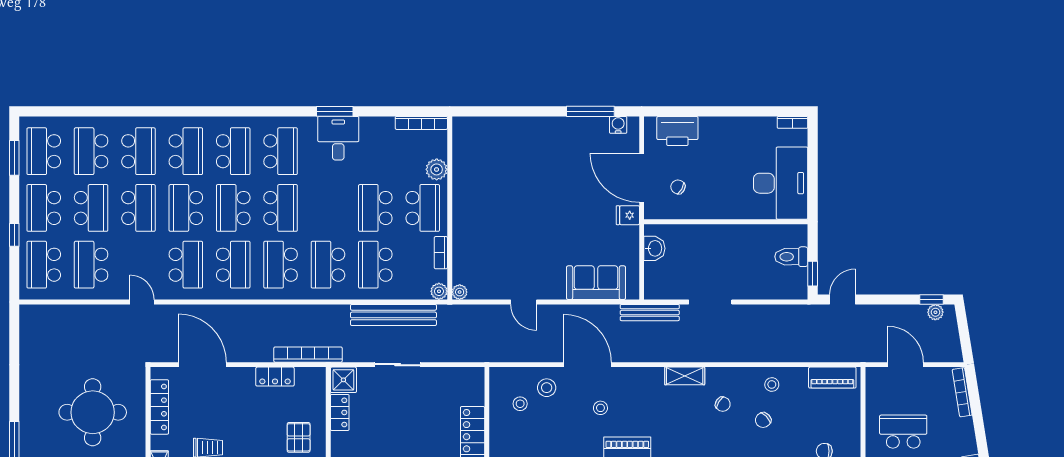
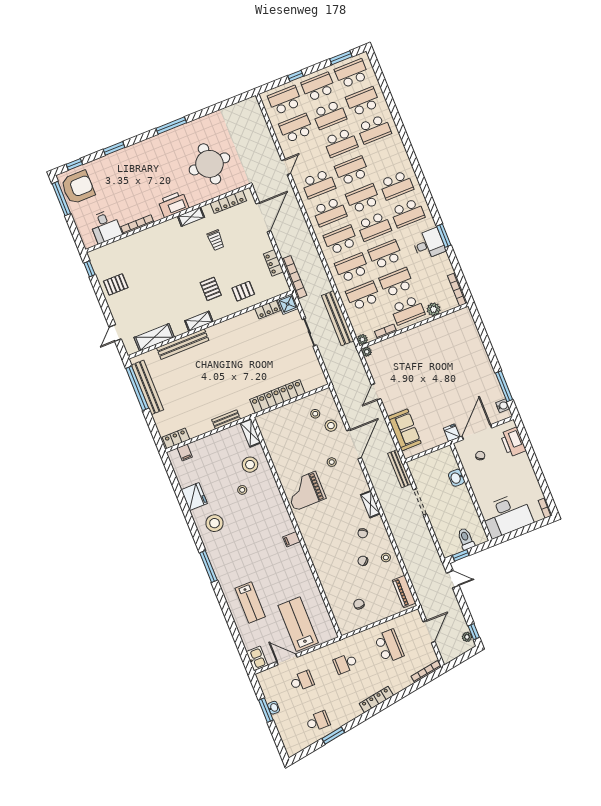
school desk: (186, 151) -> (385, 254), moved, turned 180
washbasin: (654, 248) -> (457, 478), moved, turned 90

